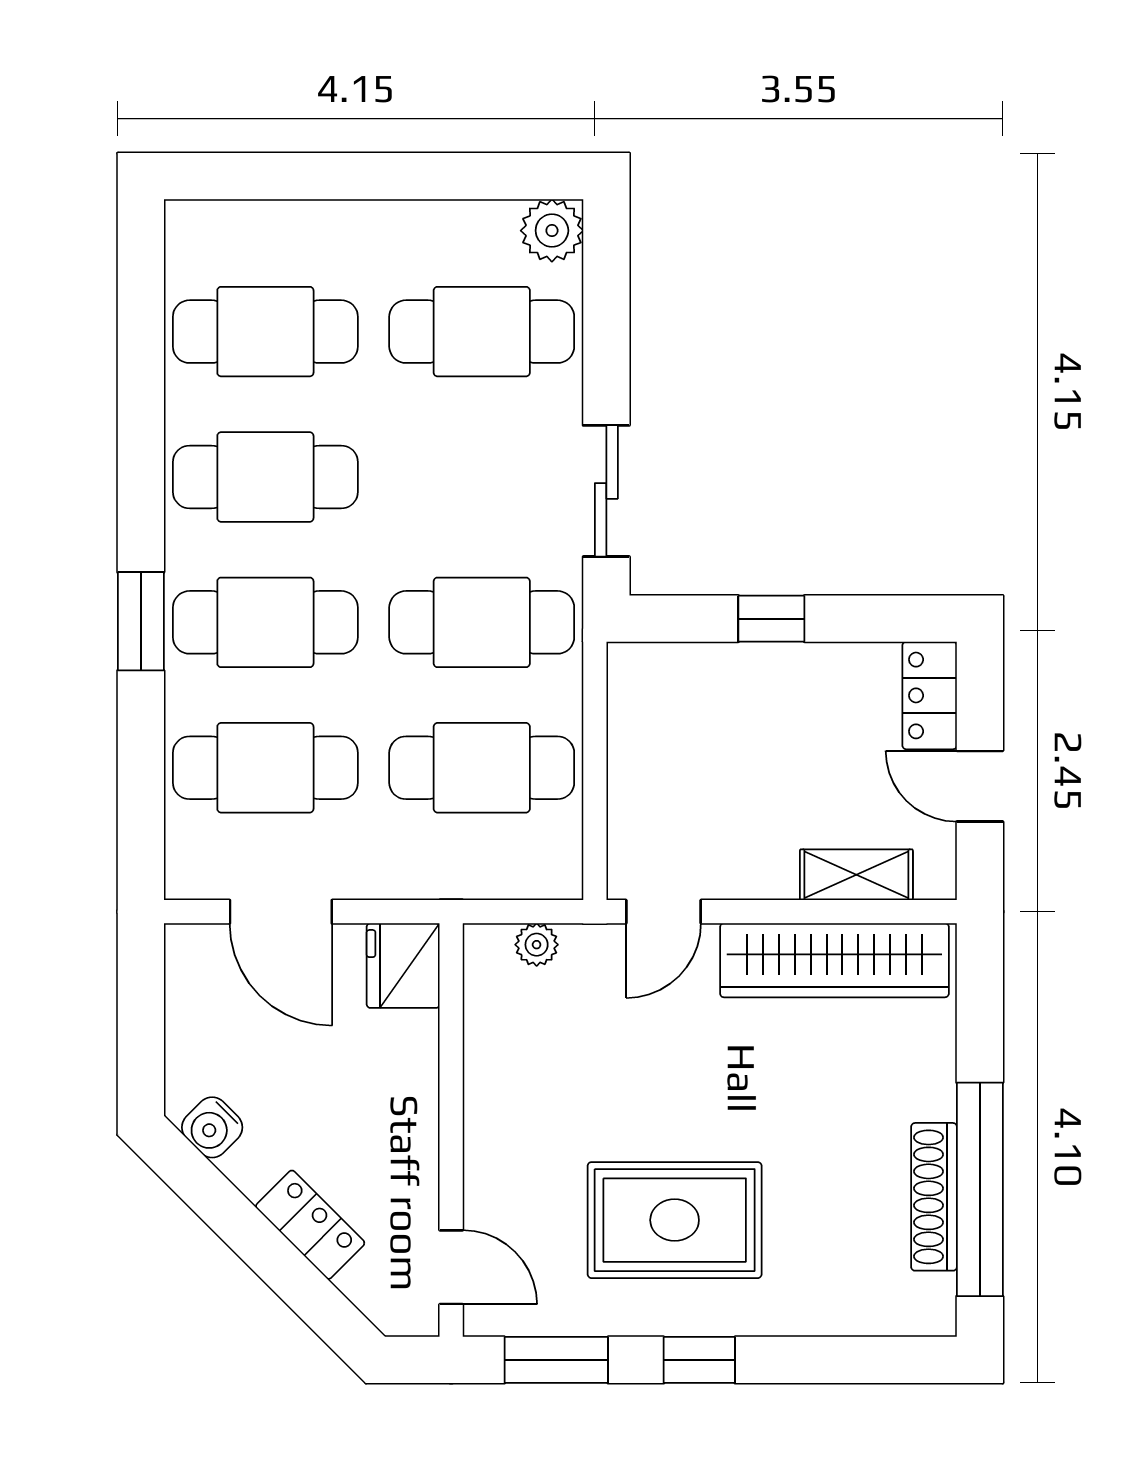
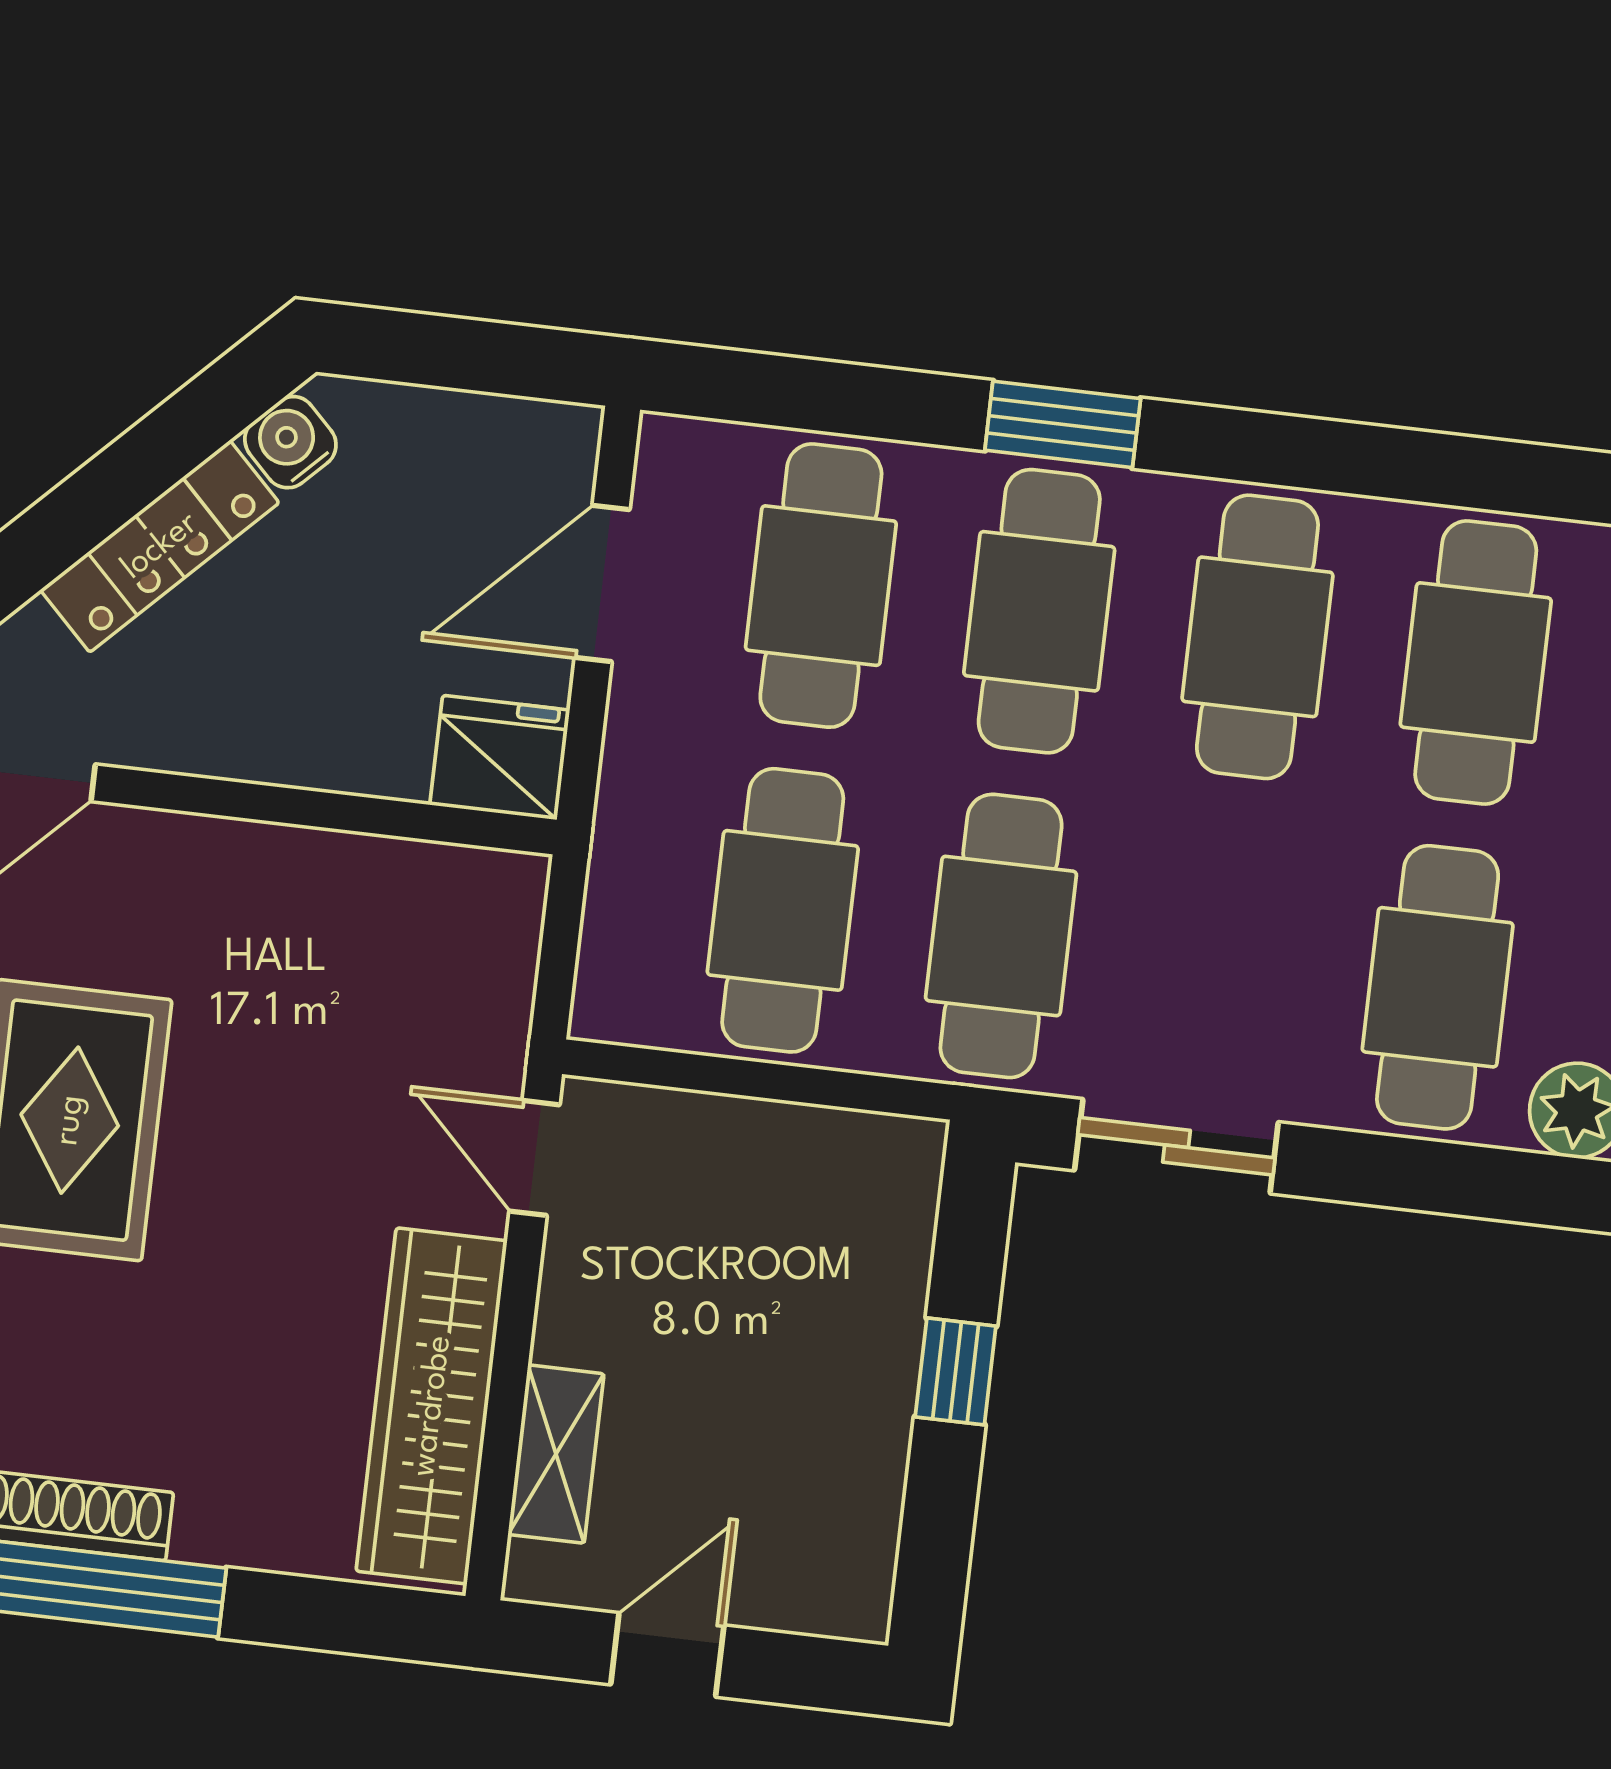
locker: (930, 695) -> (812, 1596), removed
plant: (537, 945) -> (508, 961), removed
locker: (310, 1225) -> (160, 546), width x1.53

